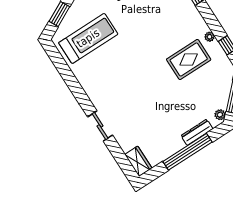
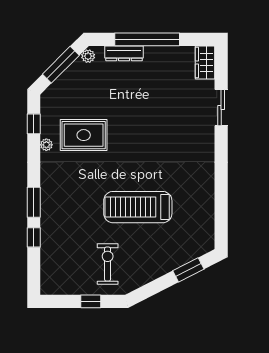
treadmill: (88, 38) -> (138, 207), moved
sliding door: (100, 126) -> (221, 108), moved

